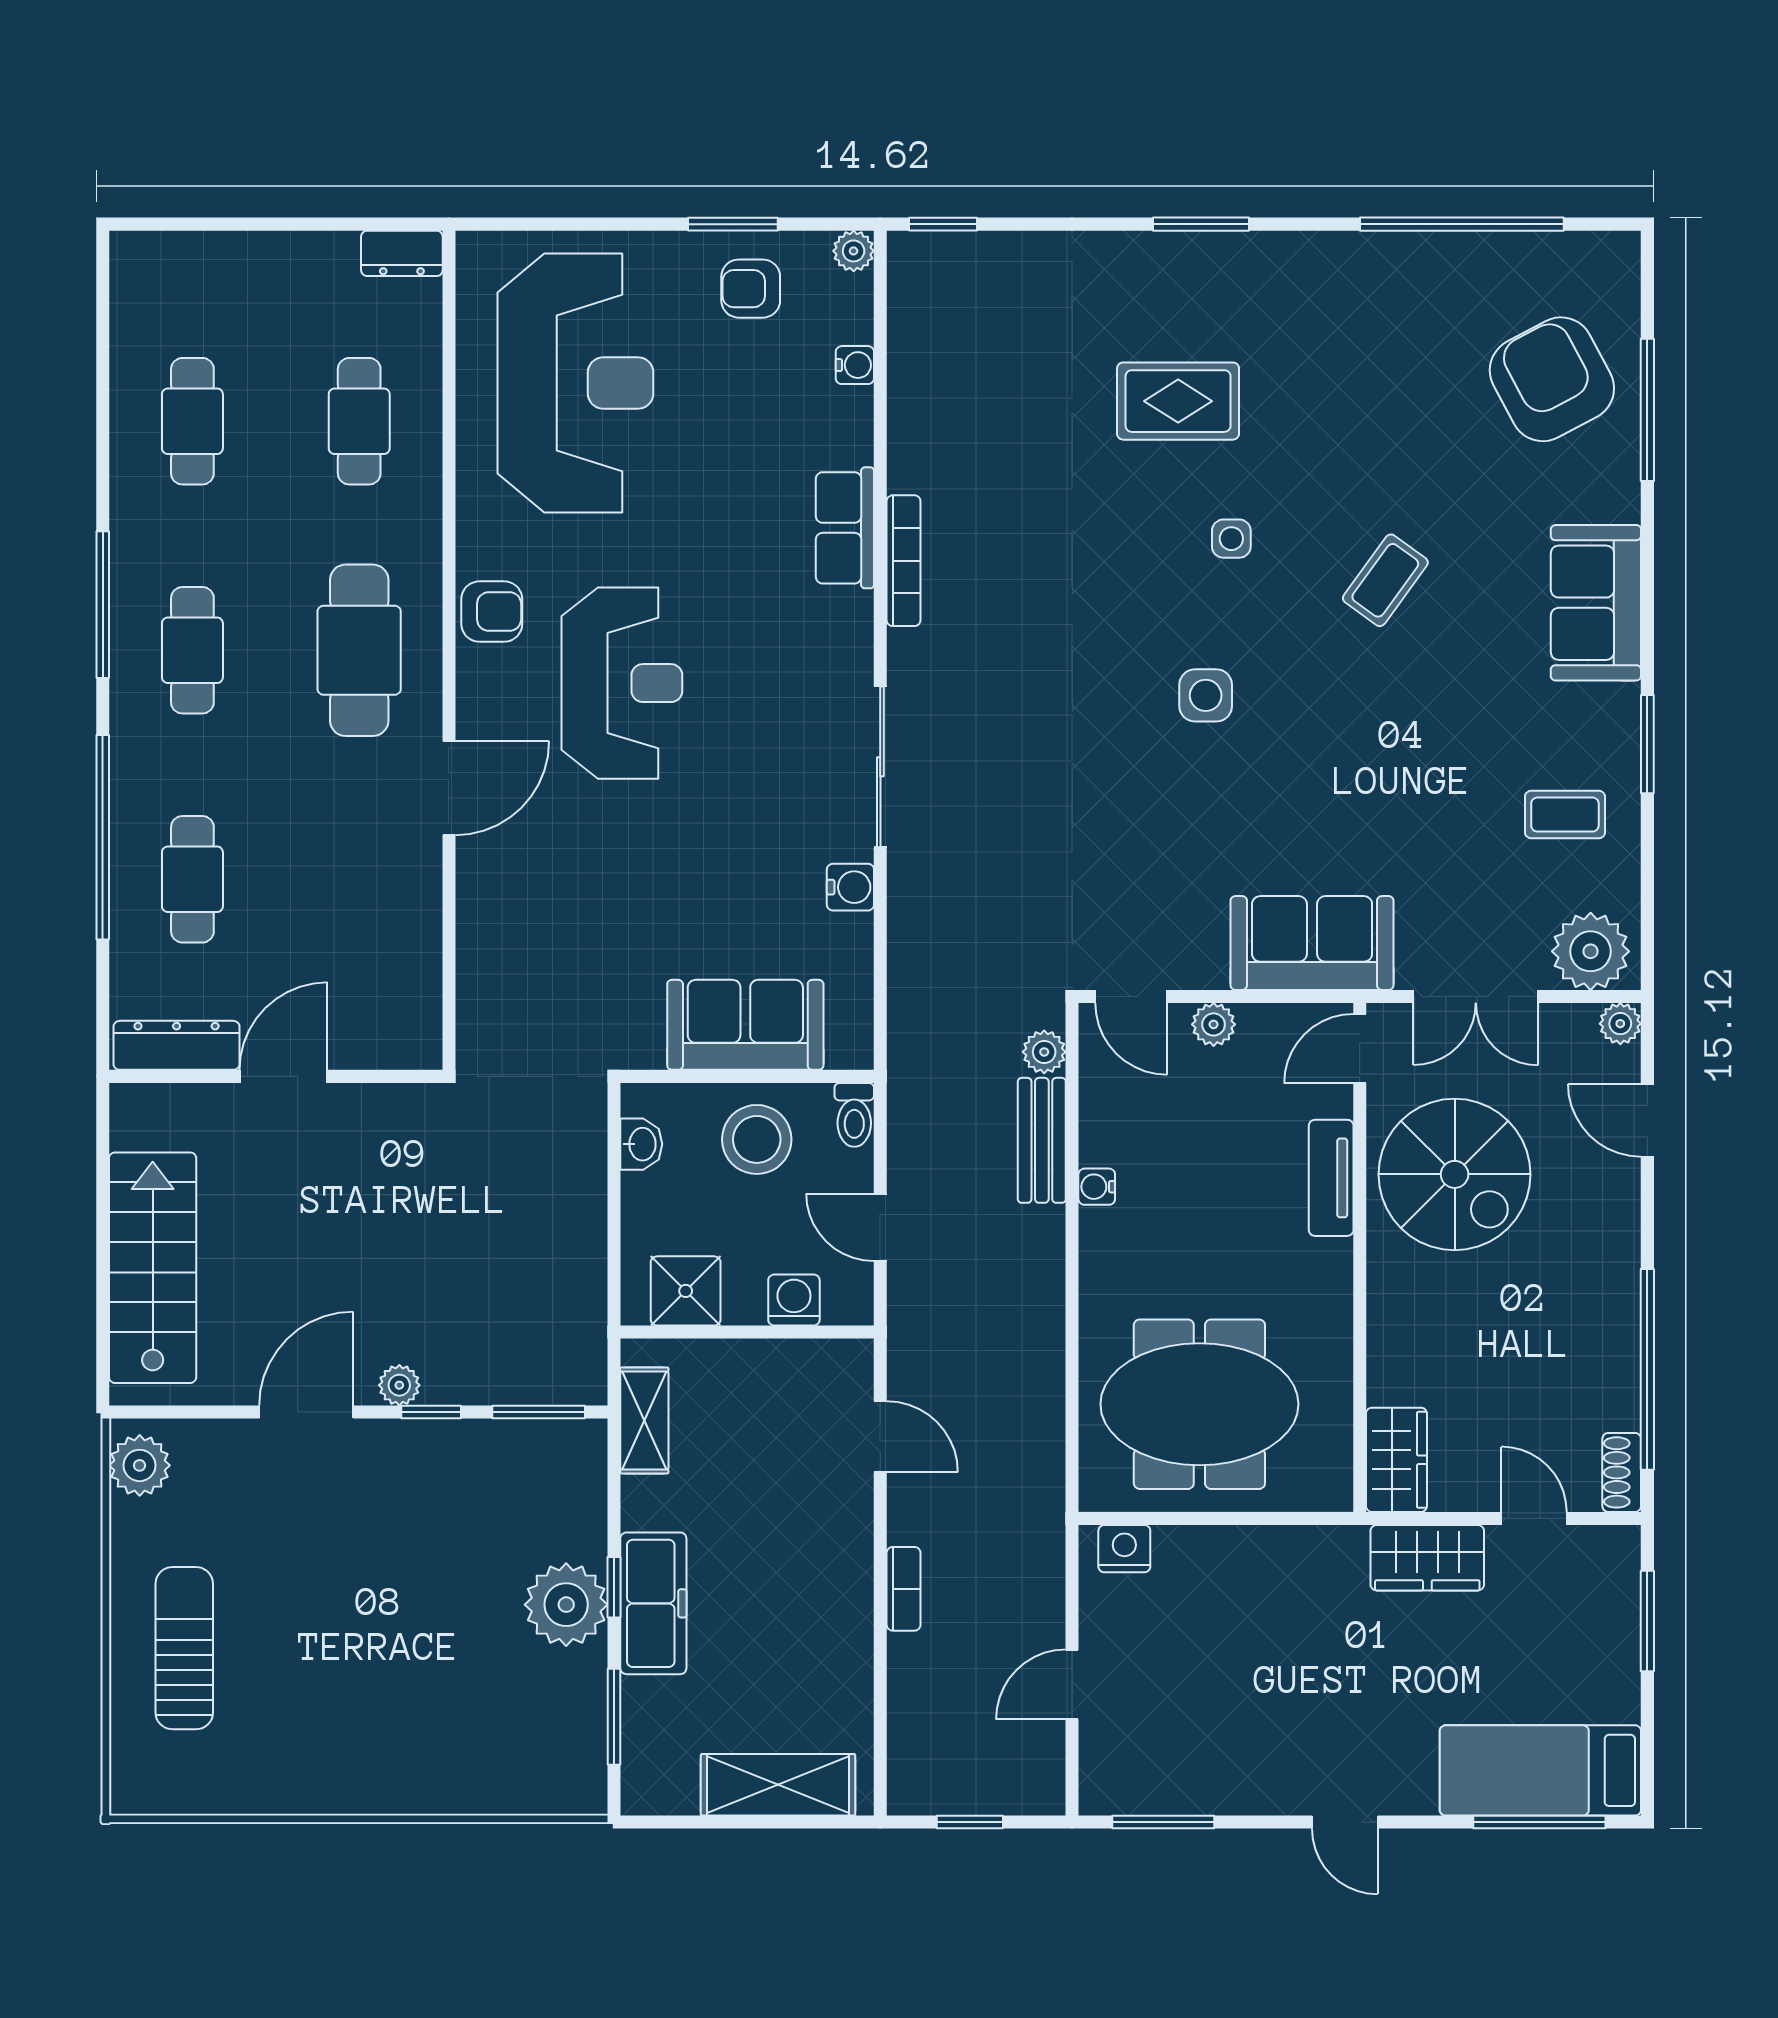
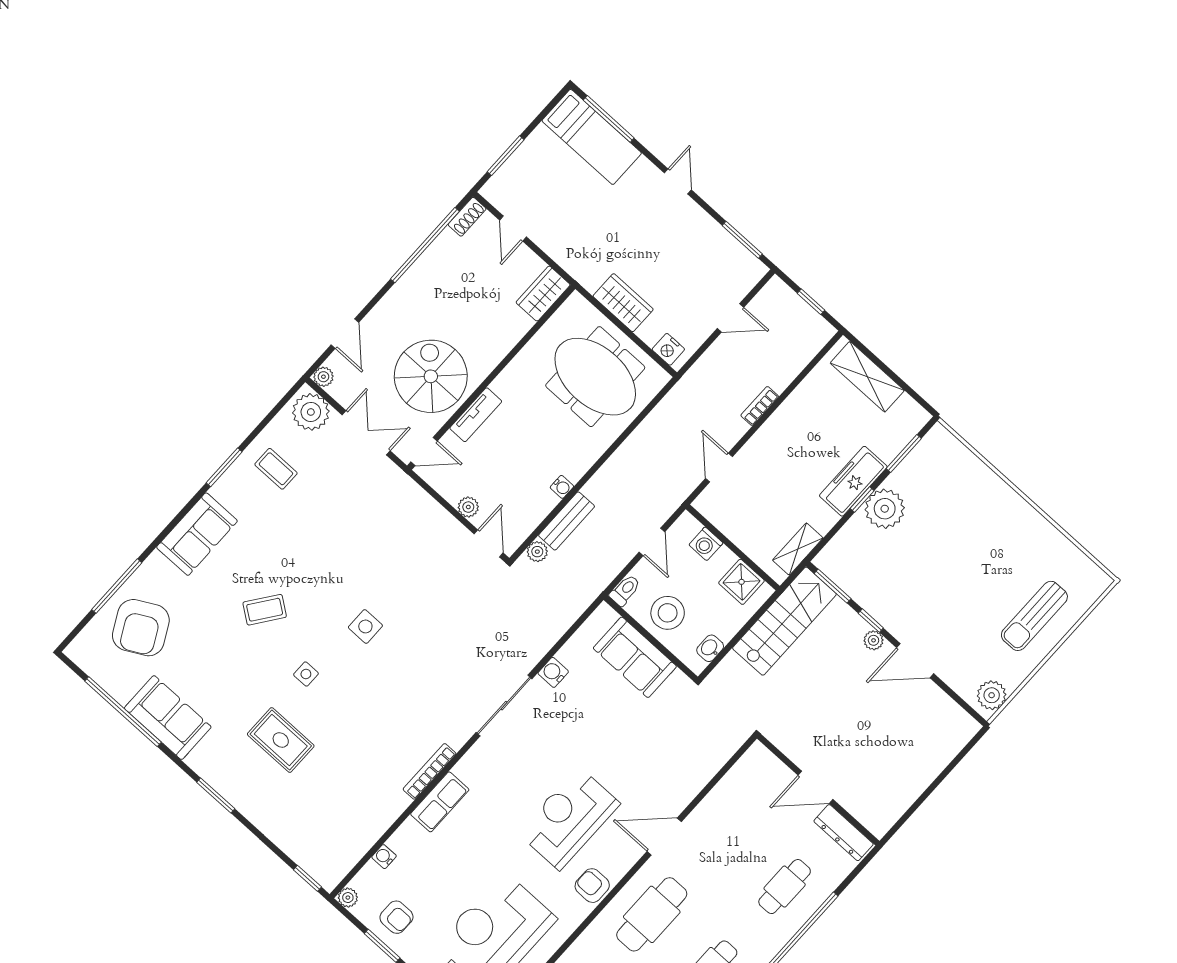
sofa: (1312, 943) -> (168, 718), moved, turned 180
stairs: (153, 1268) -> (784, 621), moved, turned 180
wardrobe: (1427, 1558) -> (623, 303), moved

